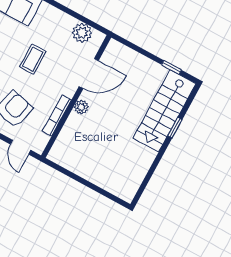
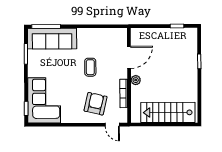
plant: (82, 33) -> (111, 35), removed
stairs: (164, 111) -> (168, 112), moved, turned 90

